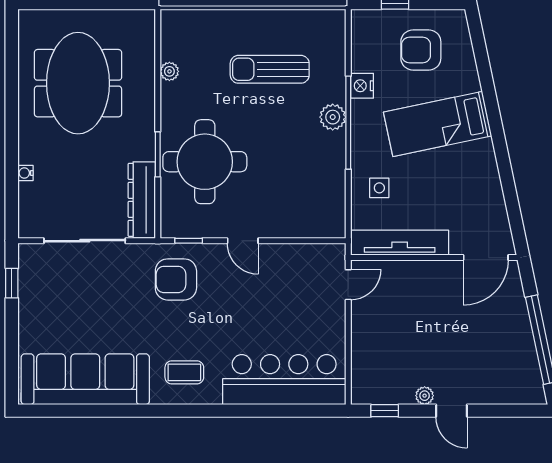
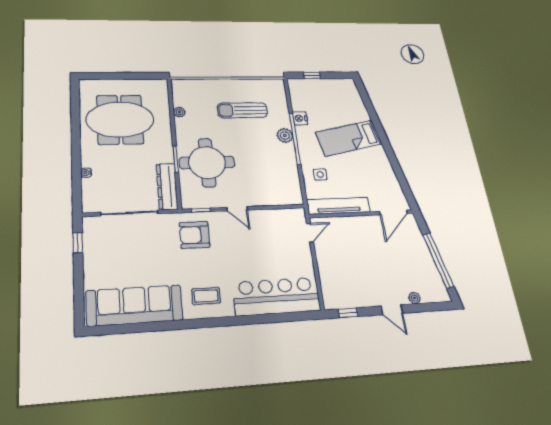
armchair: (421, 50) -> (332, 99), removed
meeting table: (78, 83) -> (120, 119), turned 90
plant: (425, 396) -> (414, 298), moved

